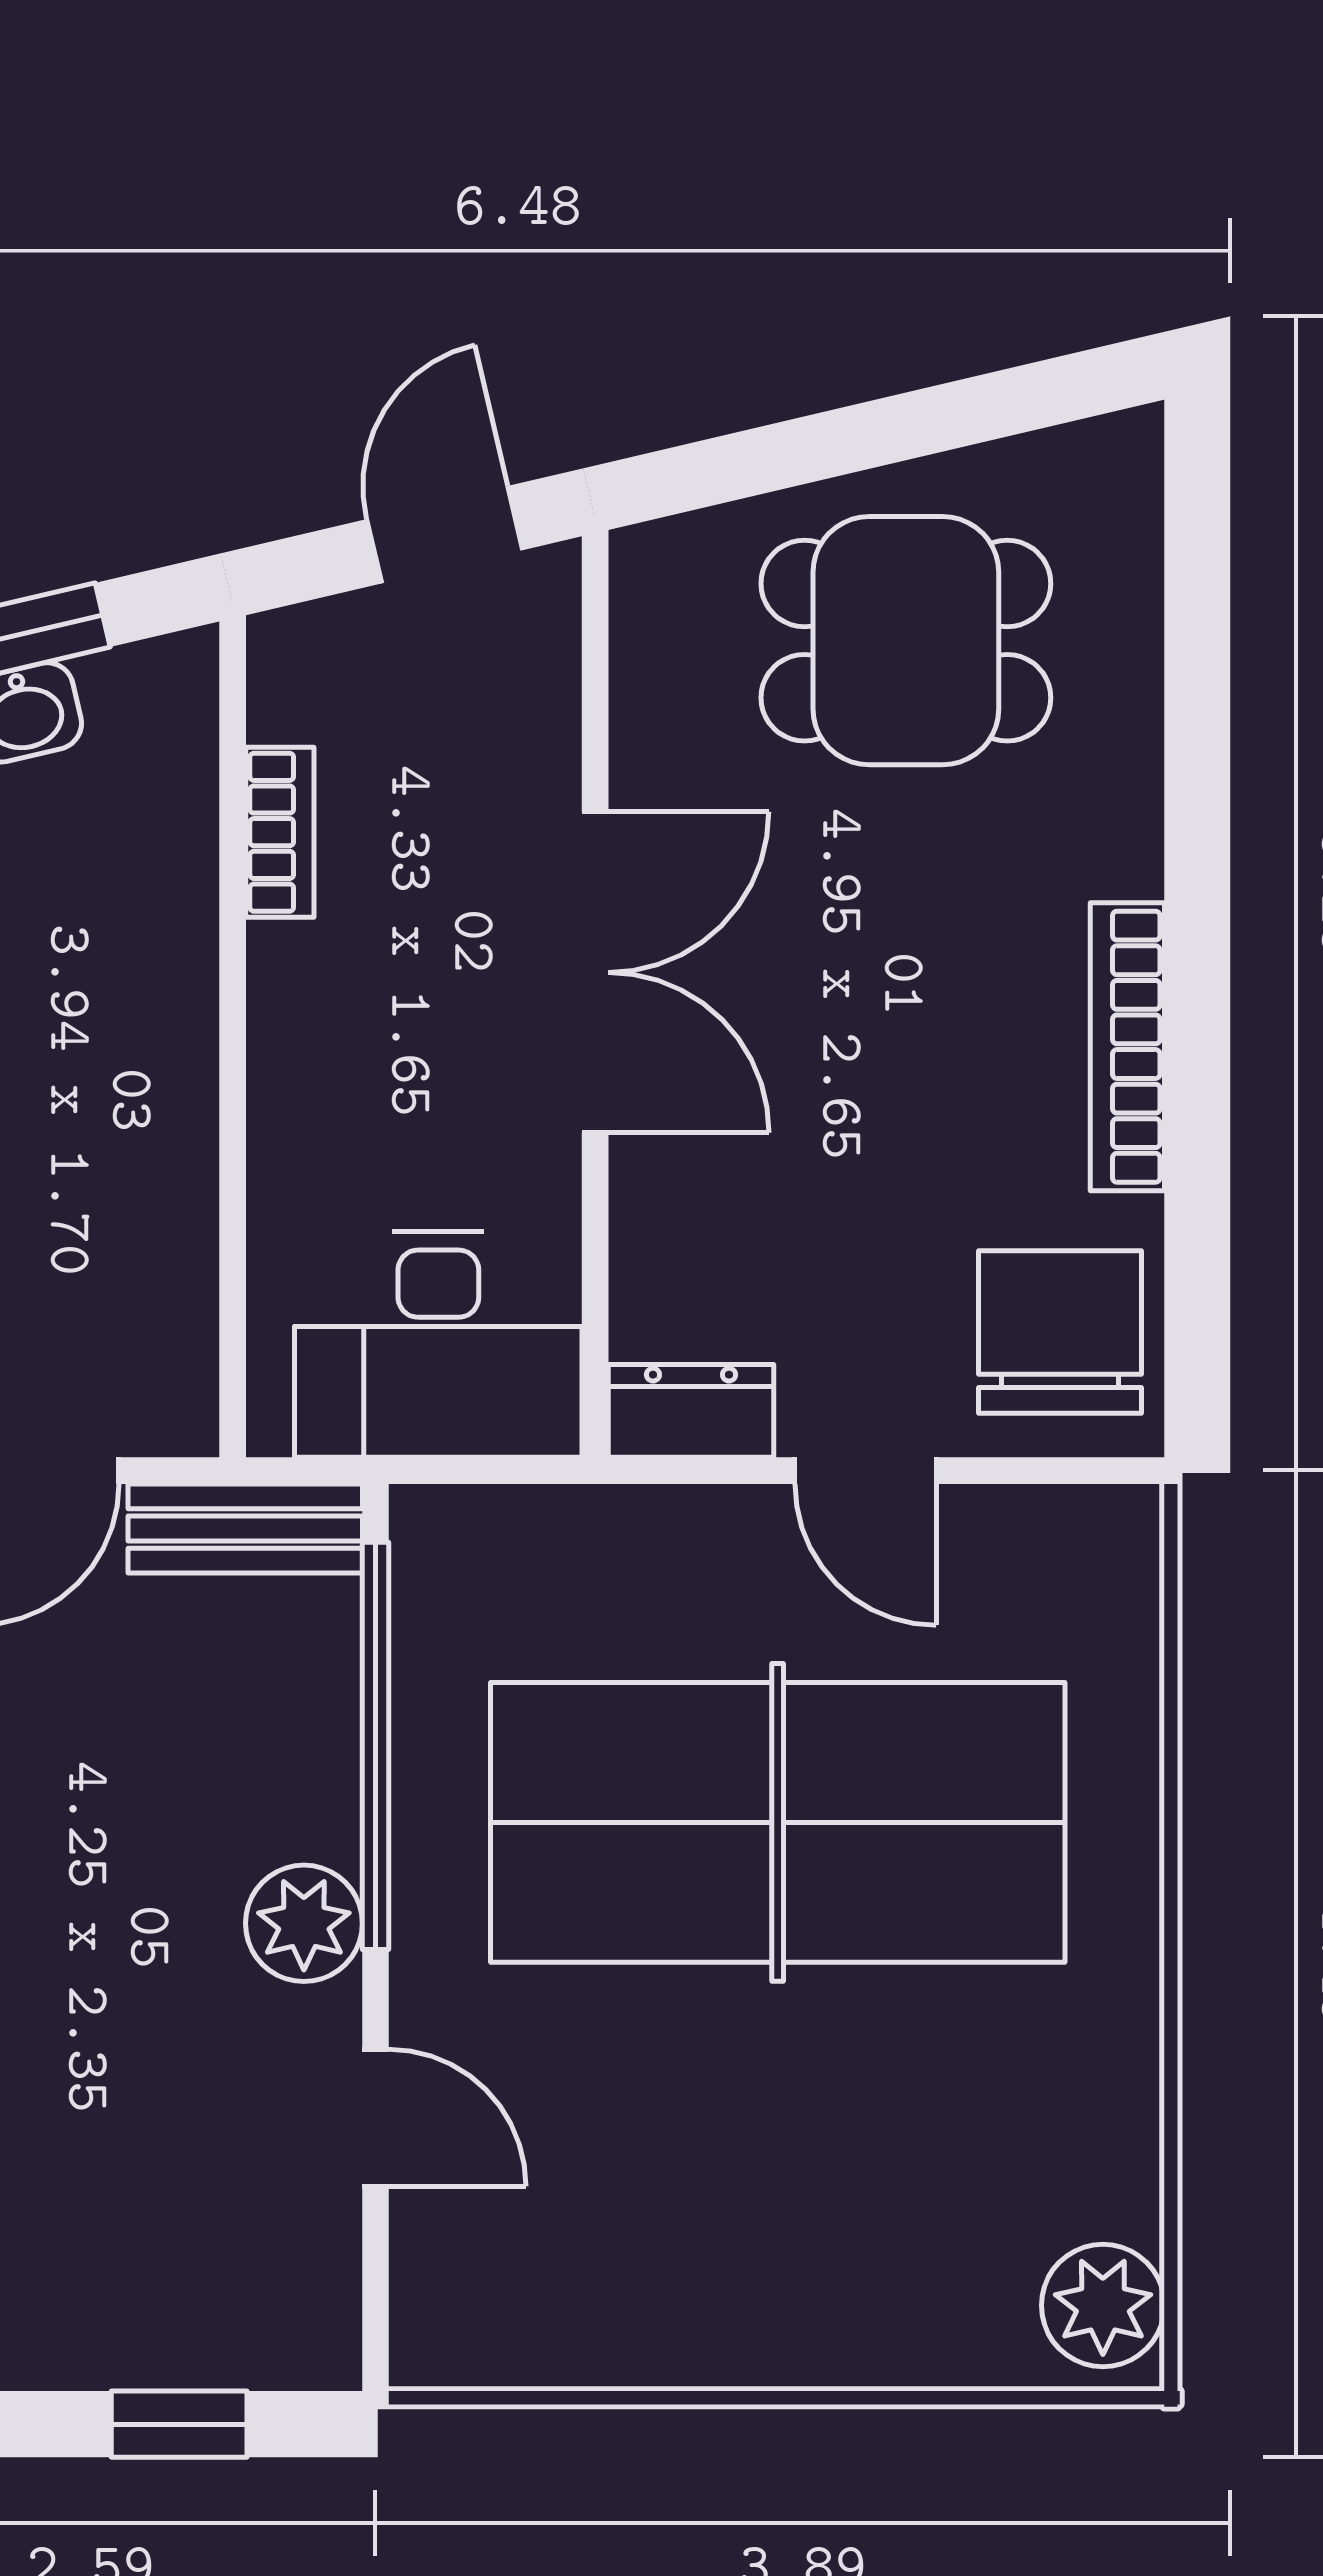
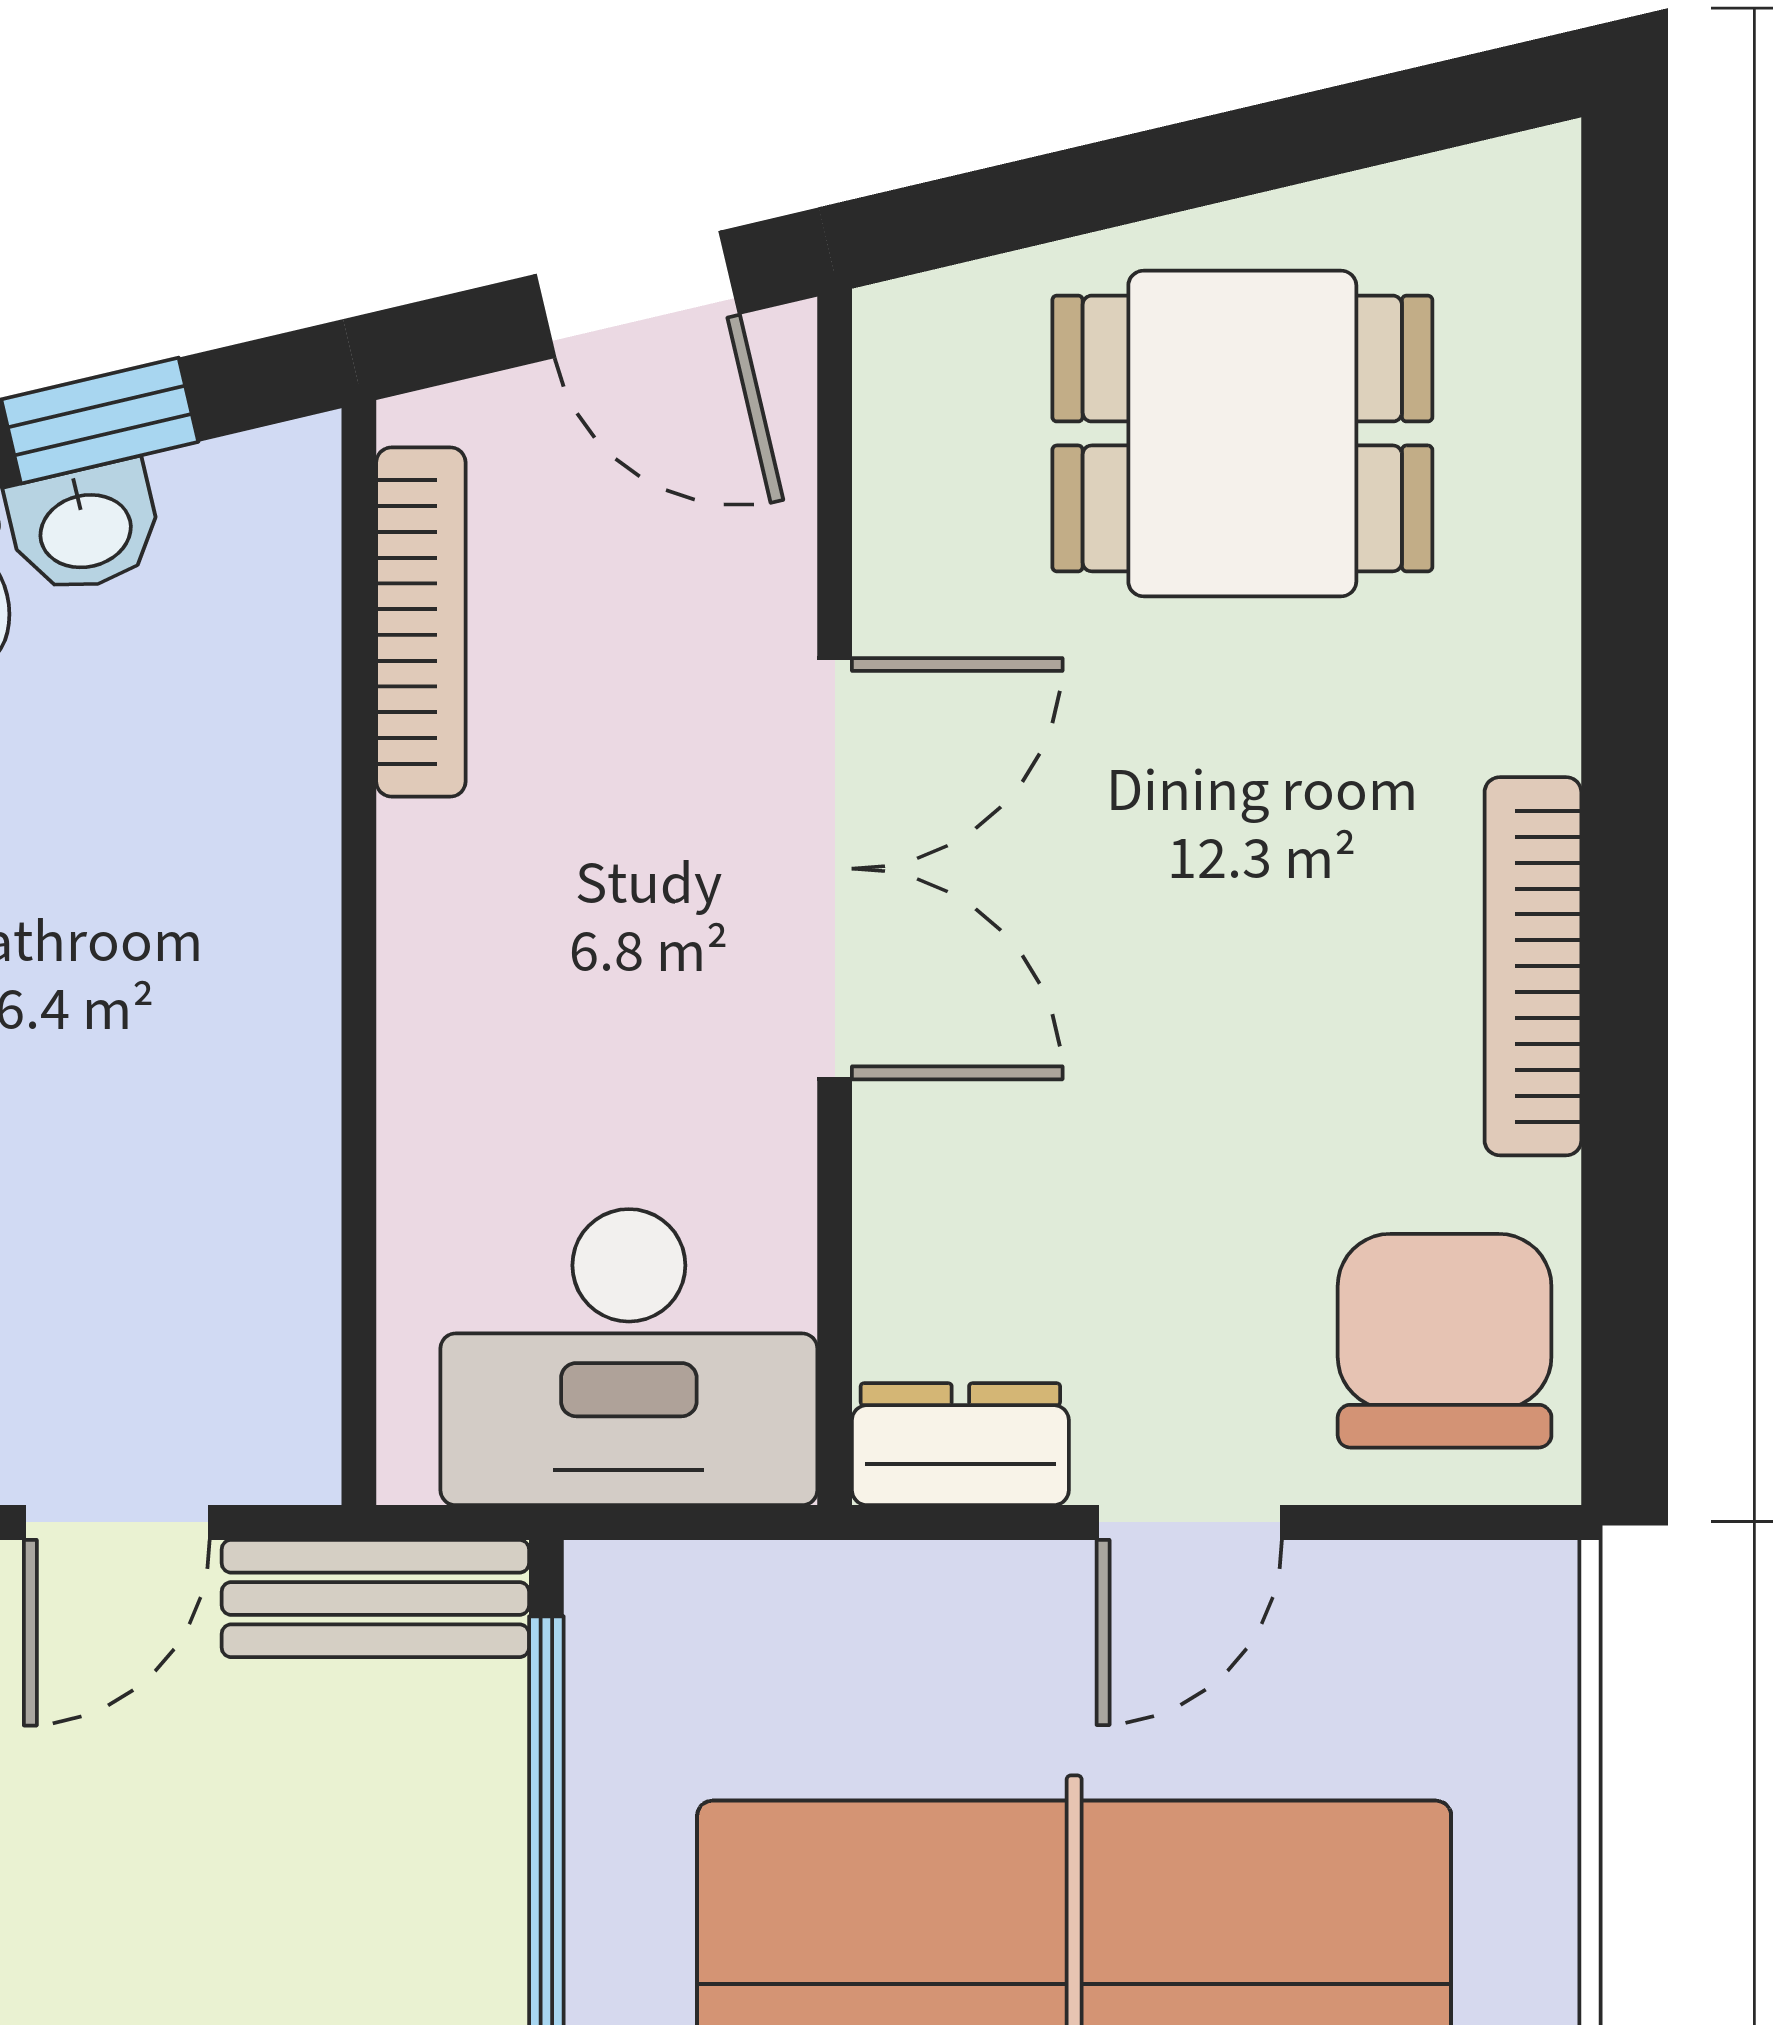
door: (445, 535) -> (637, 294), swing flipped
bookcase: (280, 832) -> (421, 622), width x1.56
door: (865, 1471) -> (1189, 1522), hinge flipped

